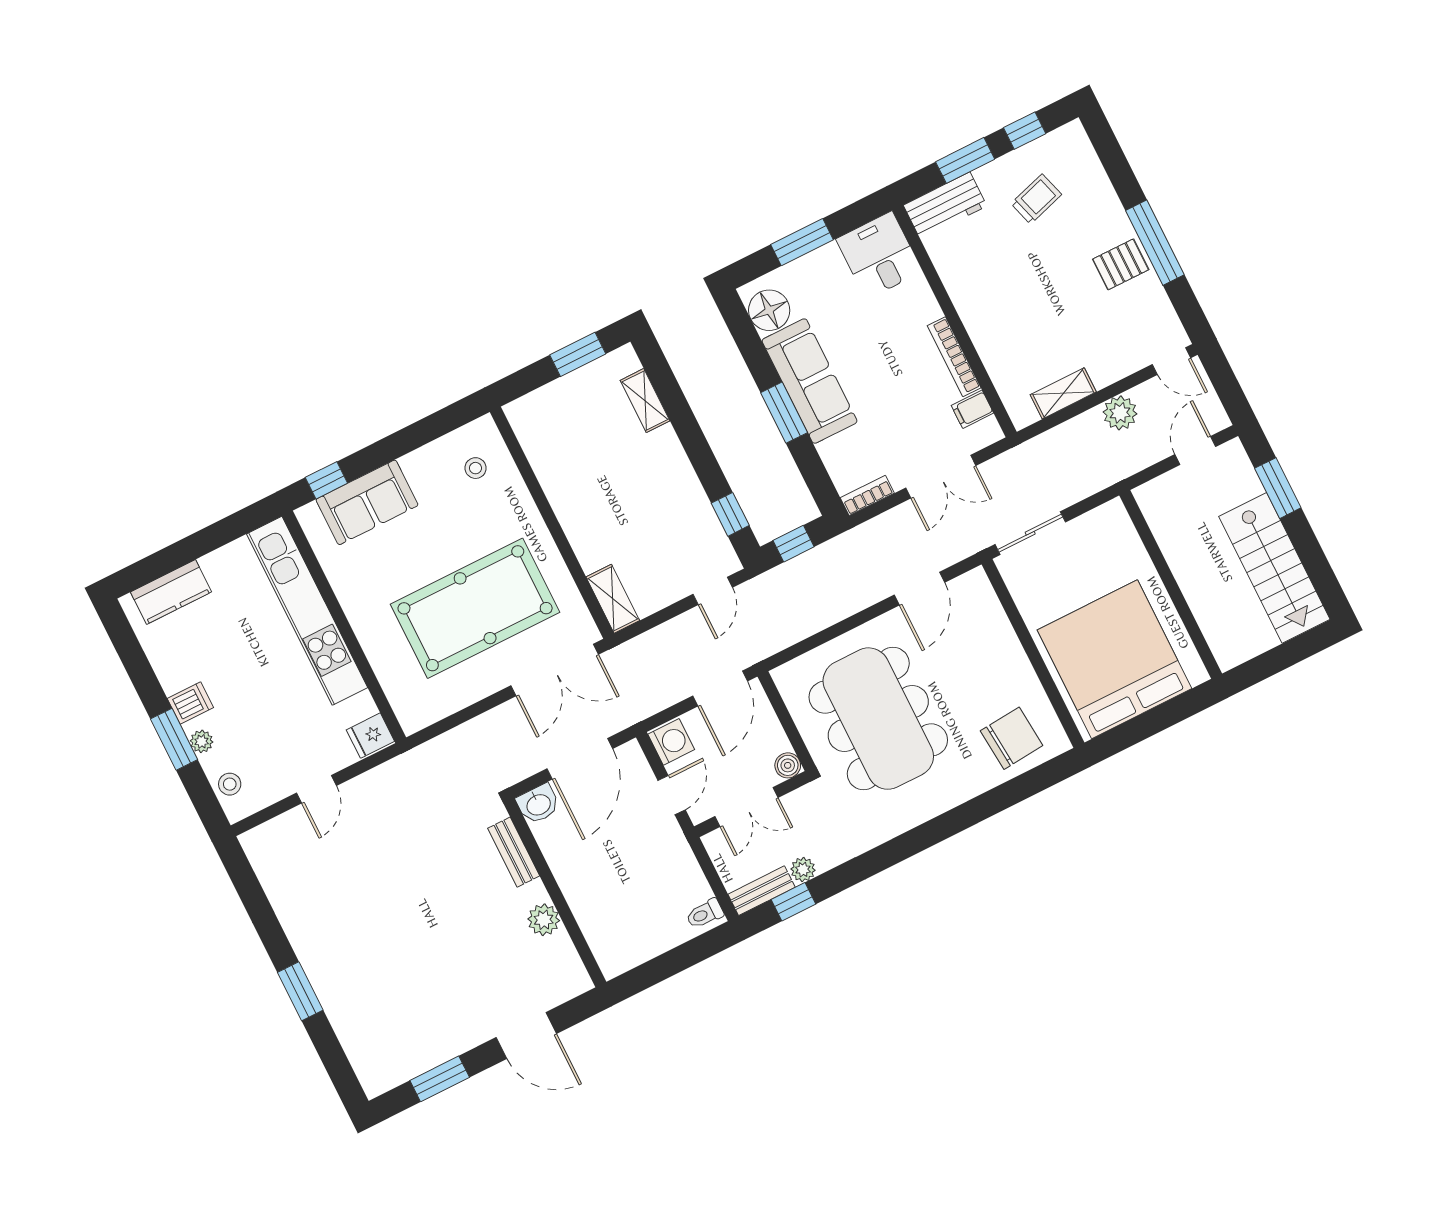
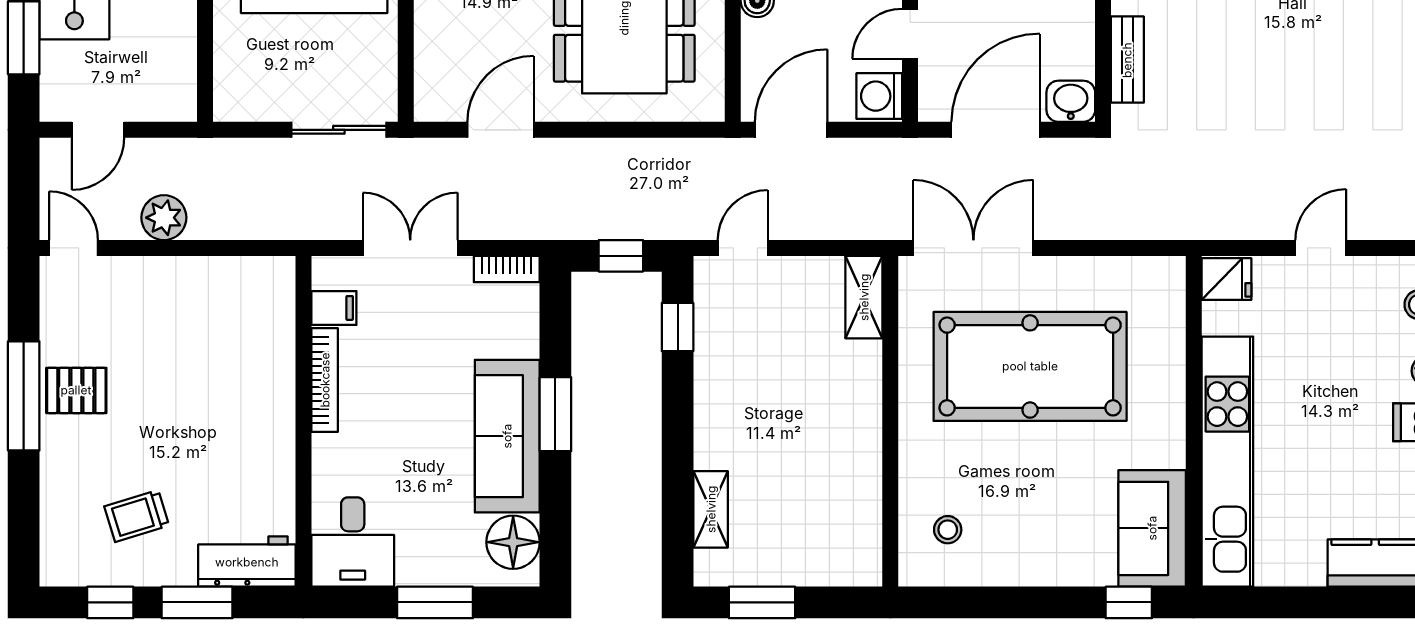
shelving: (1063, 393) -> (219, 274), removed
sofa: (367, 502) -> (1152, 528), moved, turned -90

